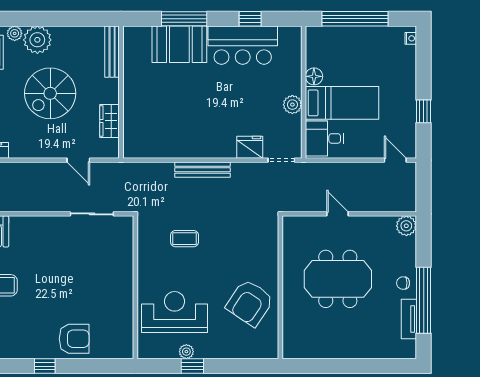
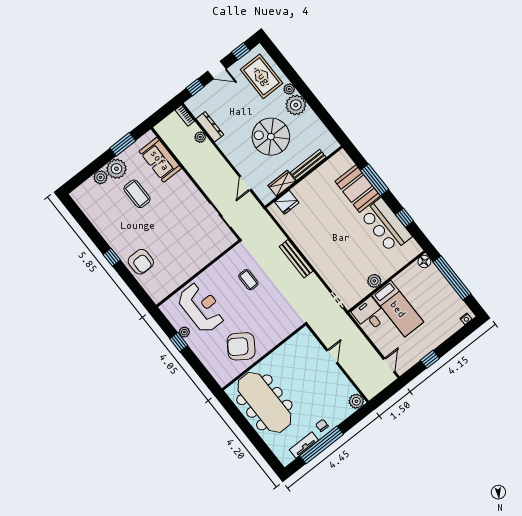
bench: (112, 52) -> (308, 165), moved
floor lamp: (314, 76) -> (424, 261), moved
fridge: (250, 147) -> (287, 202), moved, turned 90
meeting table: (338, 279) -> (264, 402), moved, width x1.36

